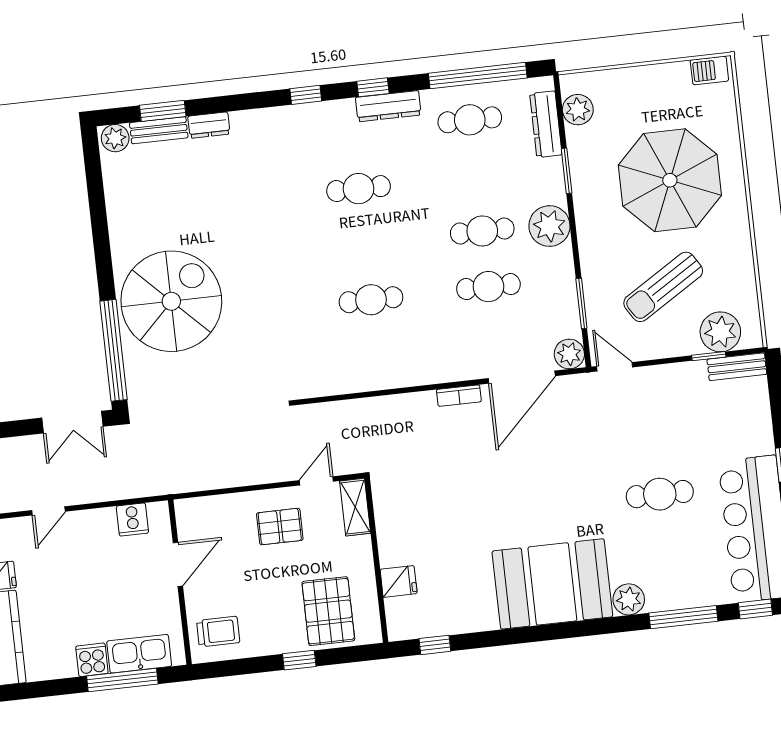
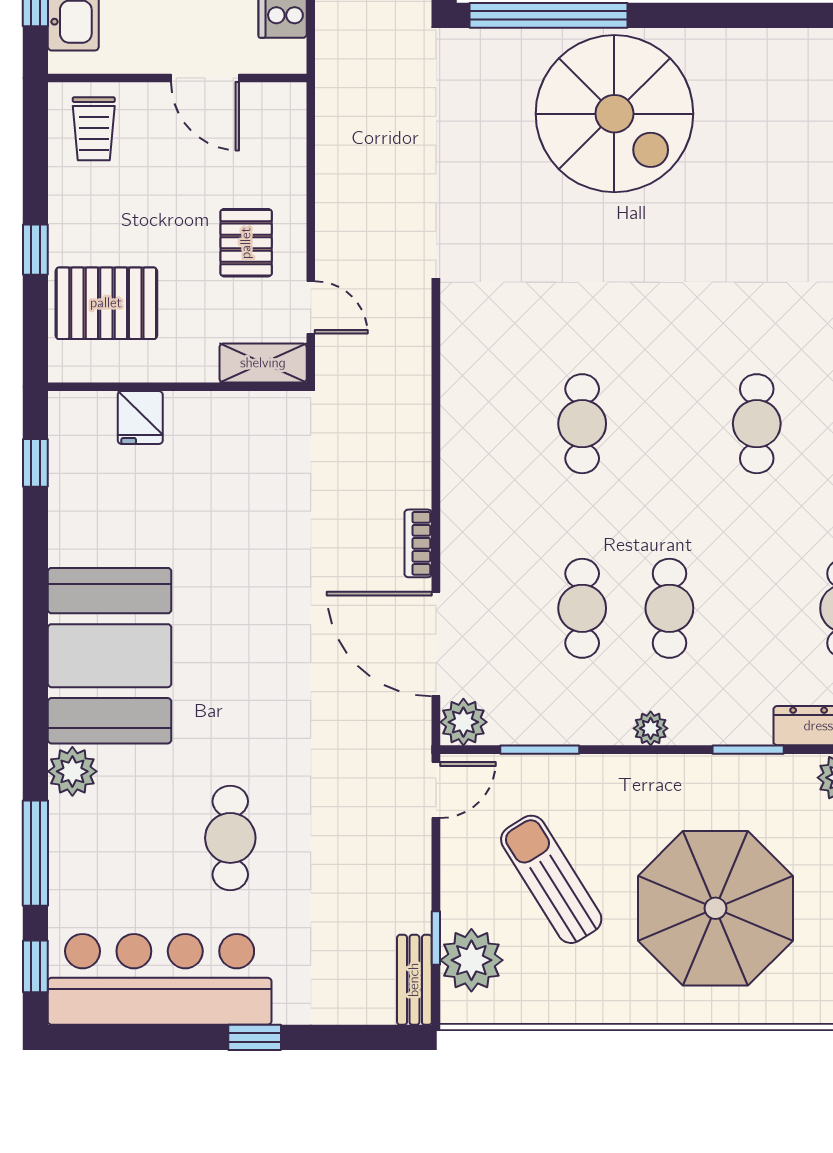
plant: (549, 226) -> (651, 728), width x0.53, depth x0.53

